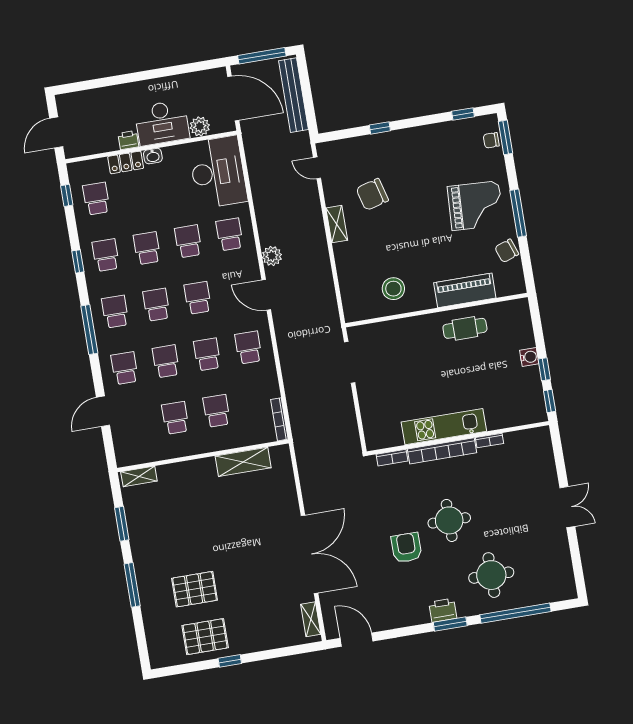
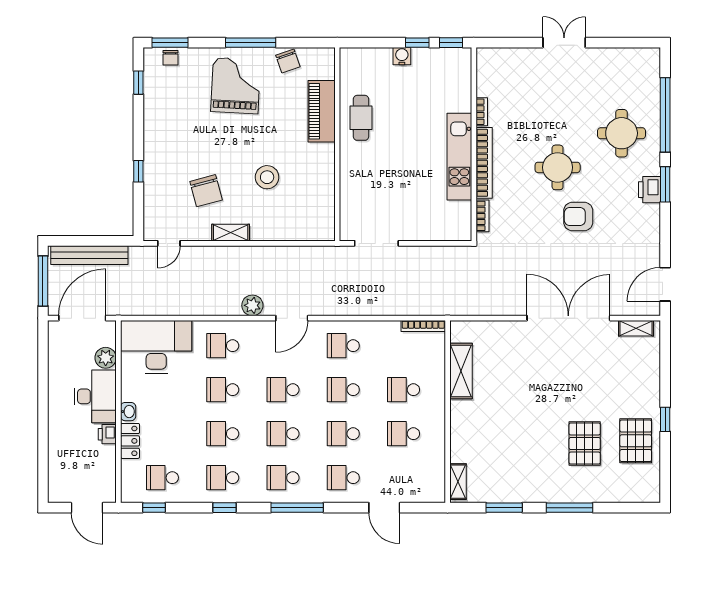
stool: (393, 289) -> (267, 177), moved

